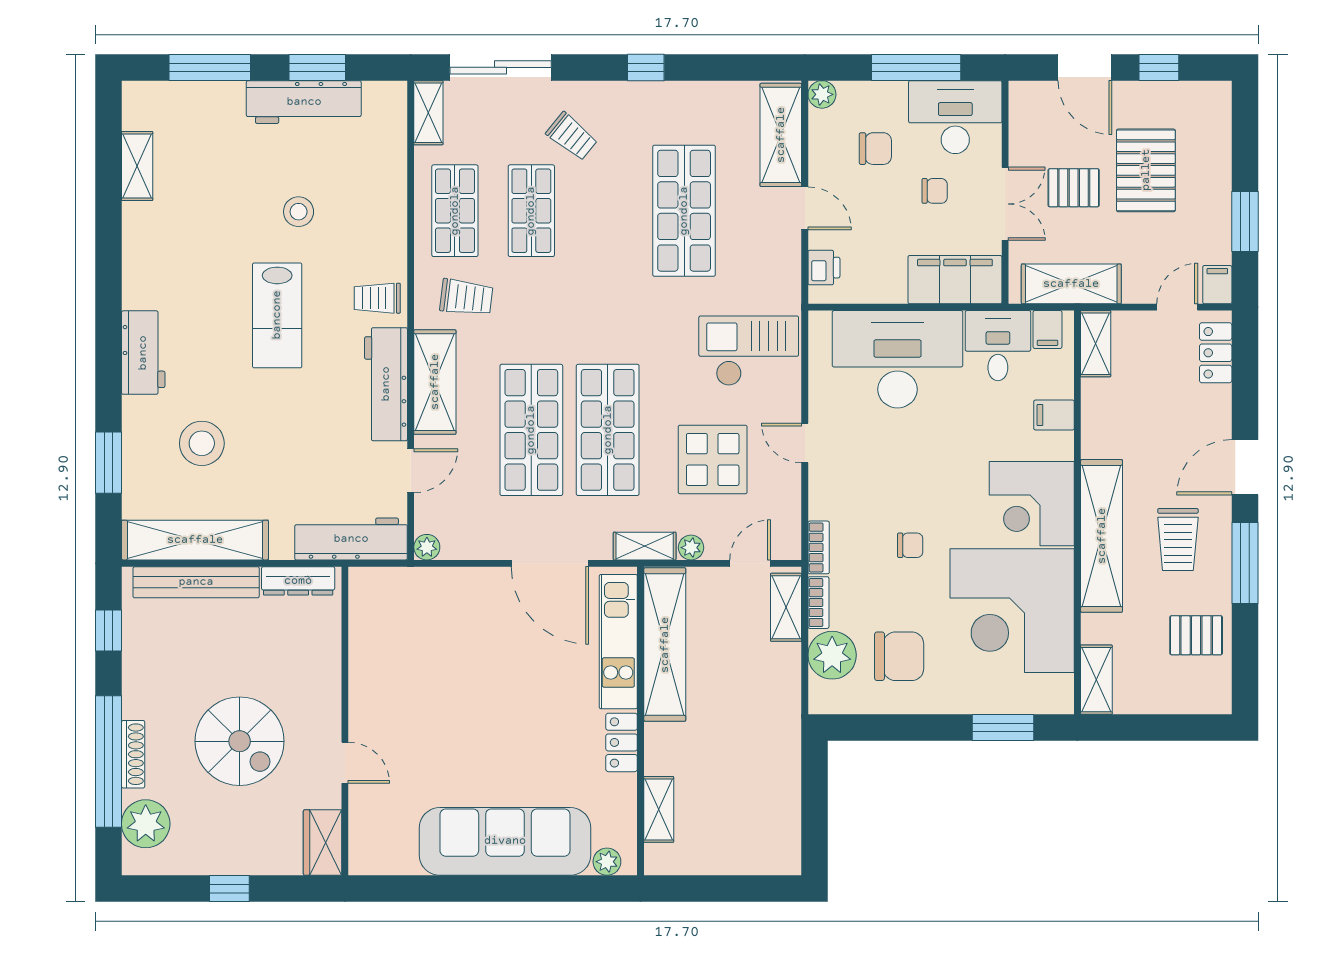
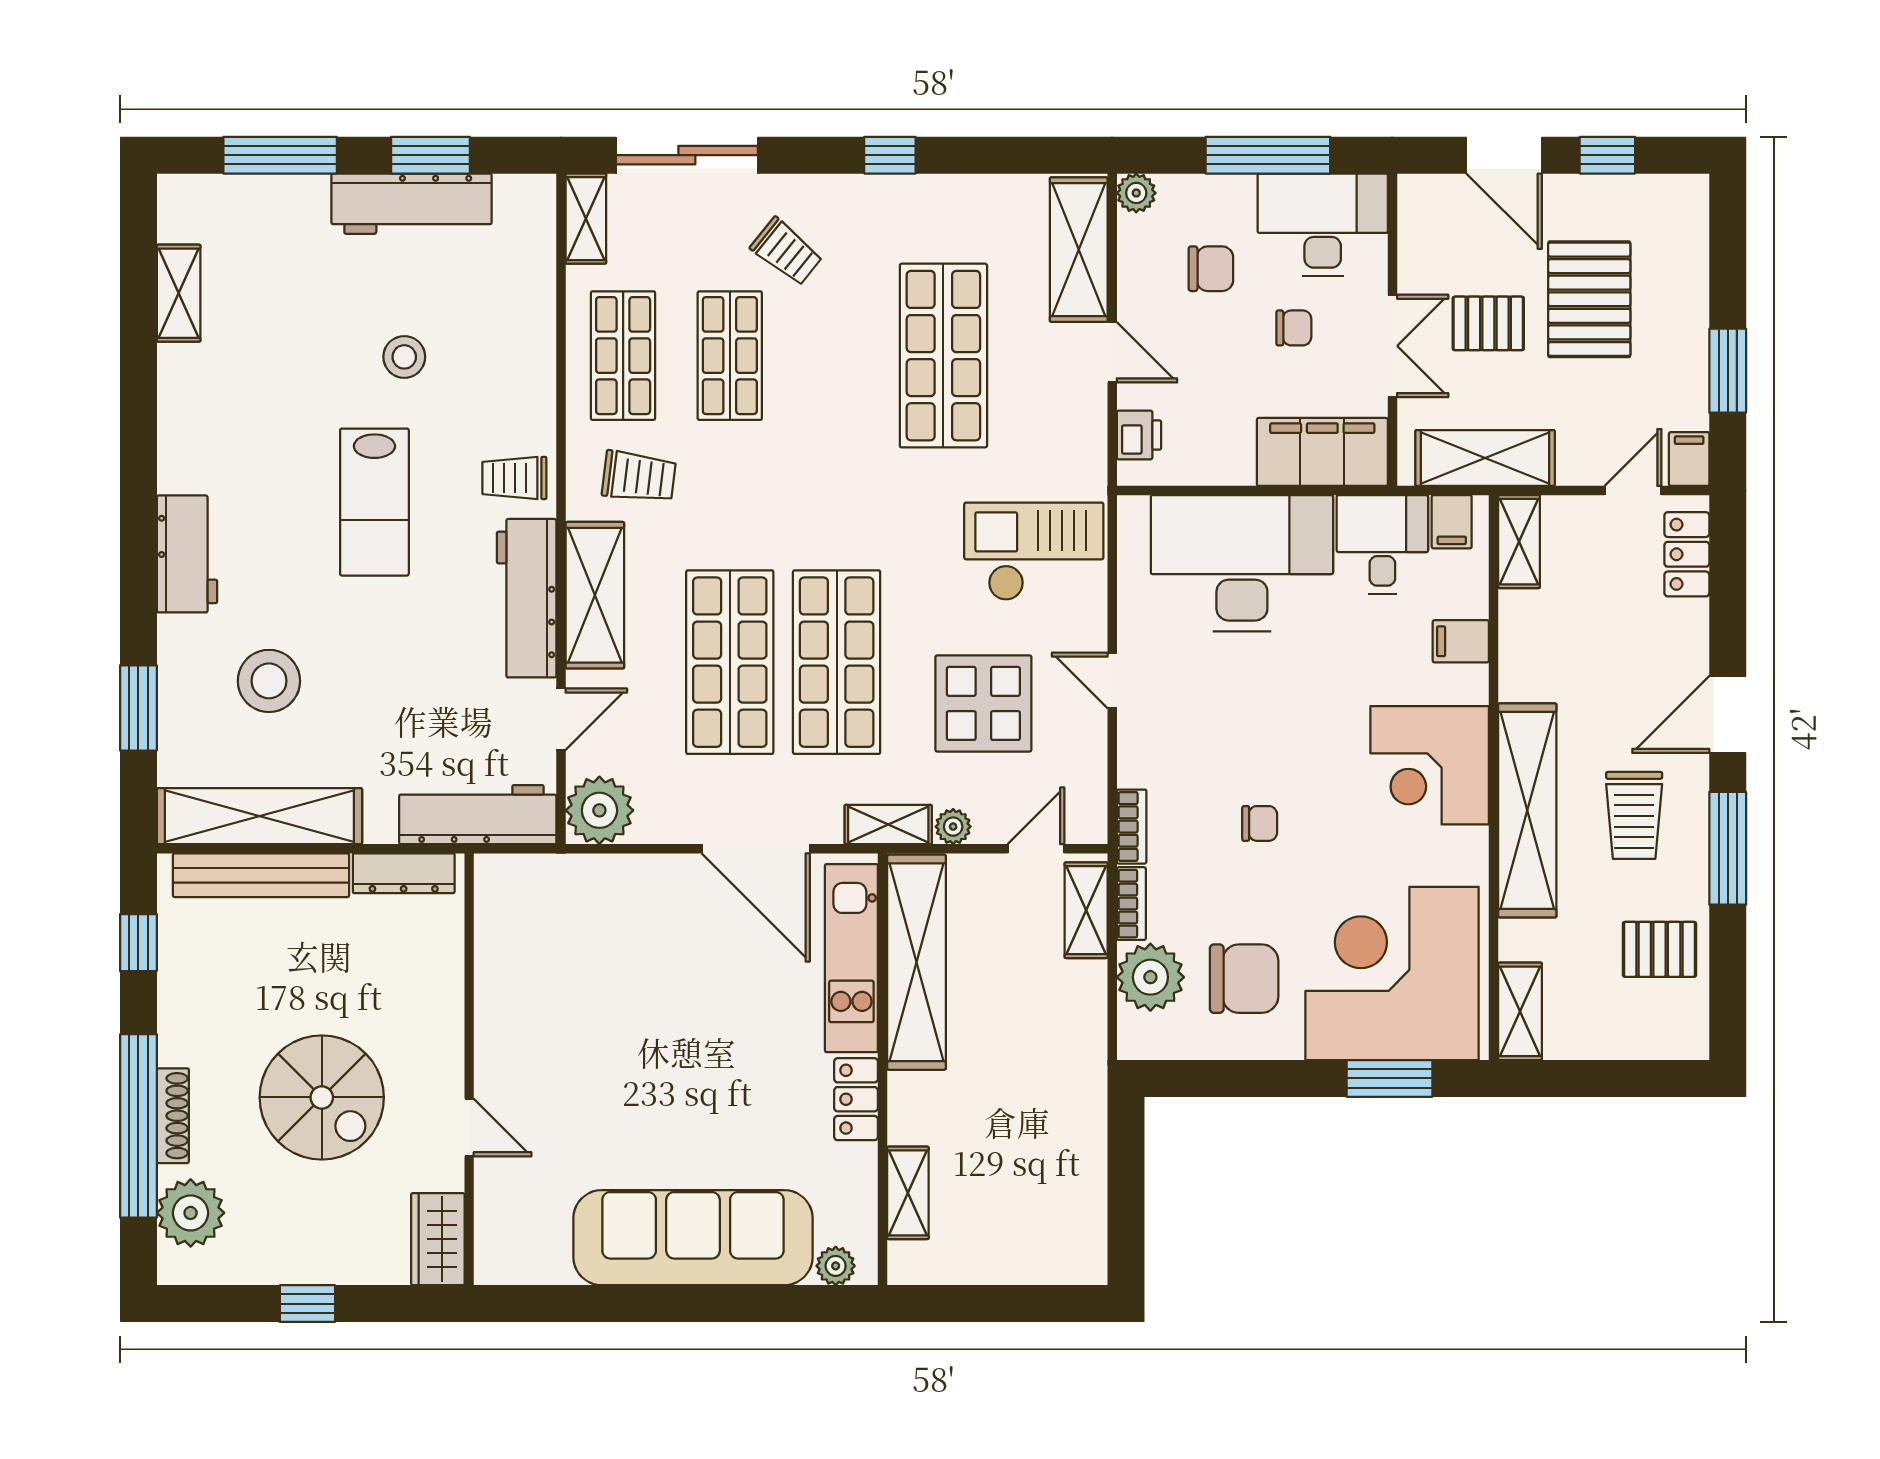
plant: (427, 547) -> (599, 810), width x1.88, depth x1.88
corner desk: (1012, 611) -> (1392, 973), moved, turned 90

